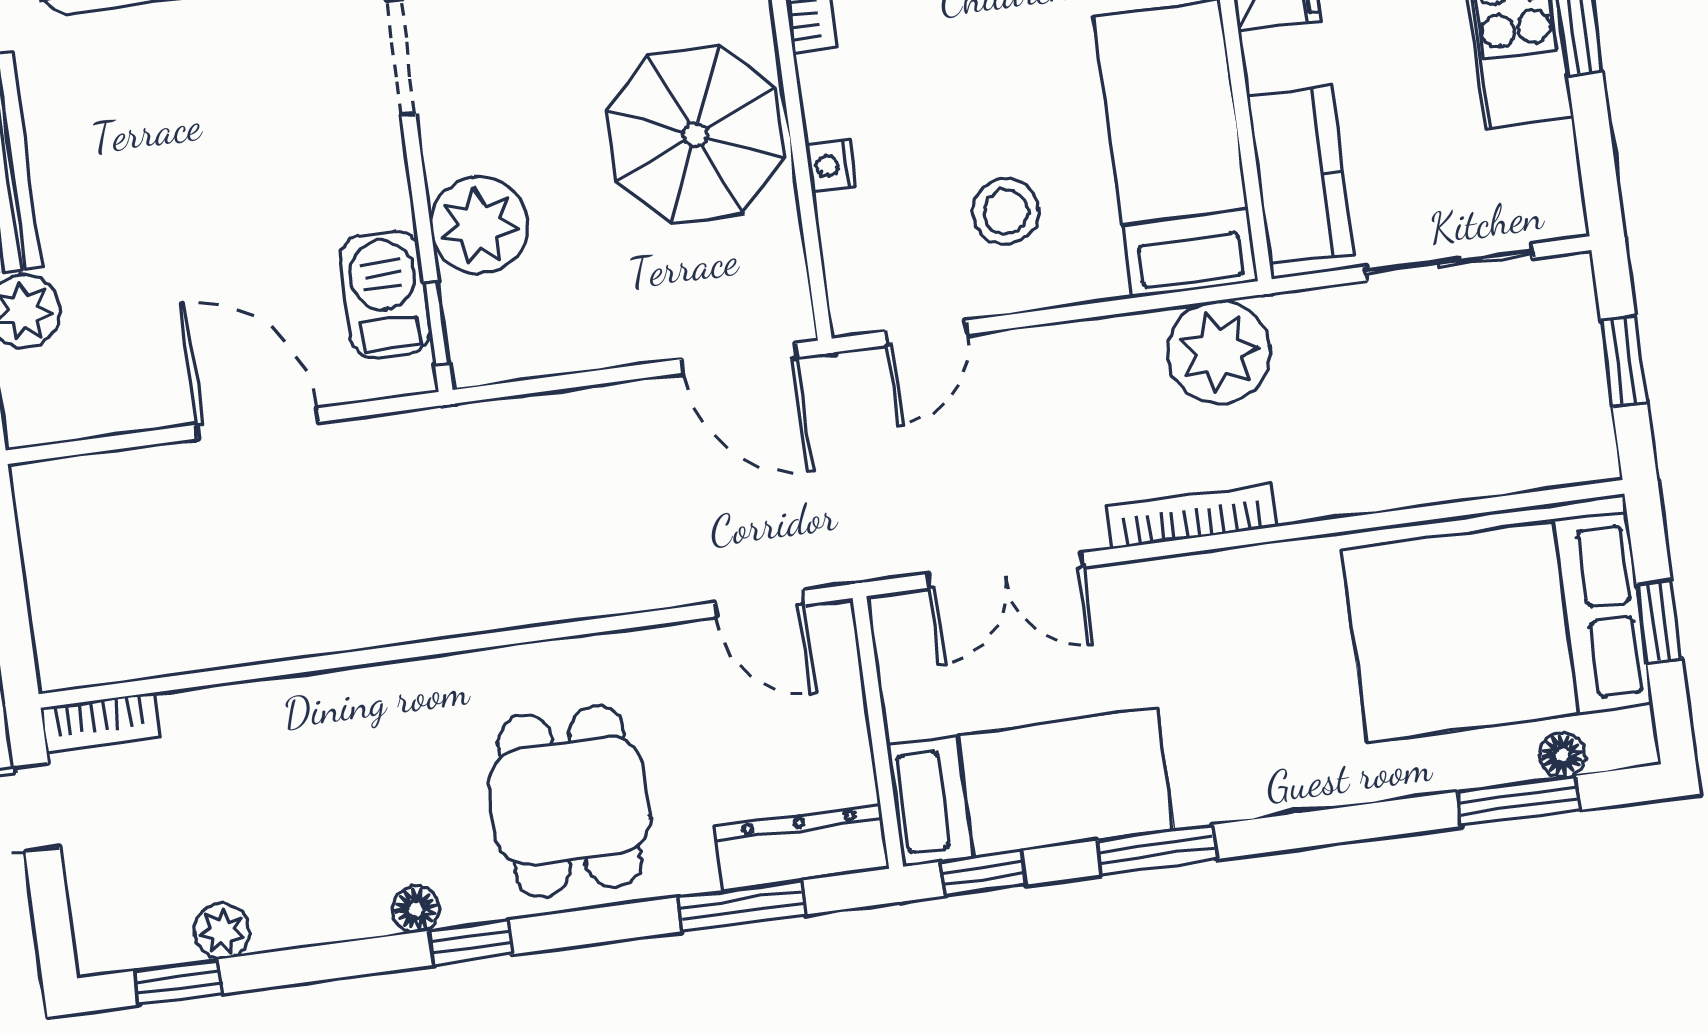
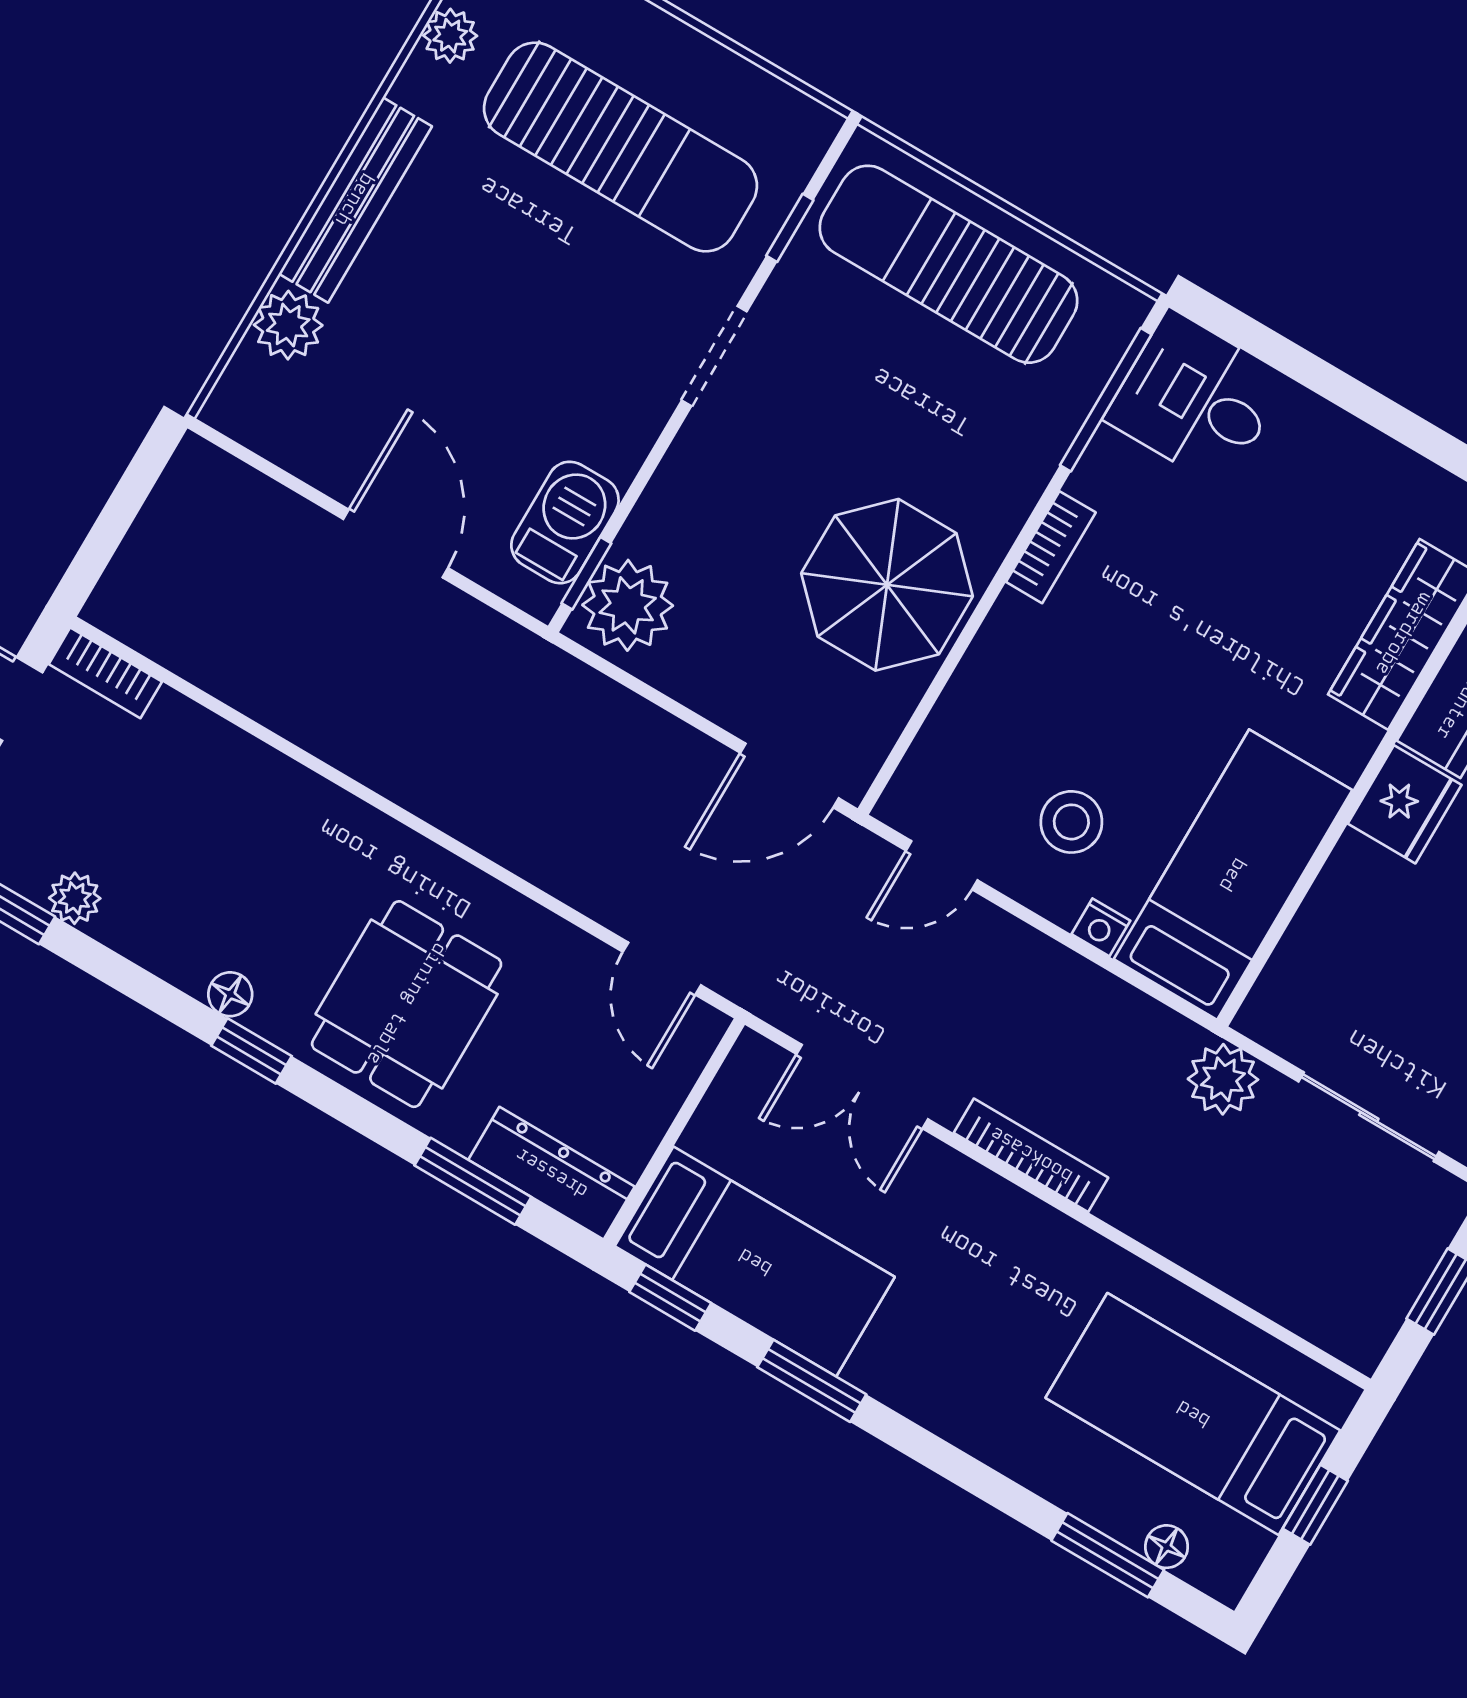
nightstand: (830, 166) -> (1101, 927), moved, turned -90
kitchen counter: (1300, 176) -> (1310, 967), removed
plant: (479, 226) -> (628, 605), moved
plant: (1219, 352) -> (1223, 1079), moved, width x0.73, depth x0.73
door: (739, 358) -> (789, 776), hinge flipped
bed: (1497, 627) -> (1193, 1414), width x0.67

